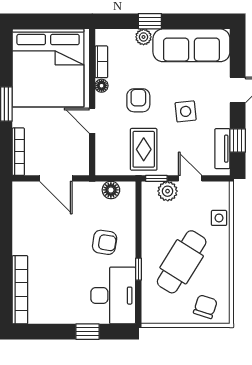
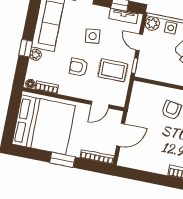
floor lamp: (102, 86) -> (30, 84), moved
door: (92, 121) -> (100, 105), moved
door: (190, 178) -> (139, 42), hinge flipped
floor lamp: (111, 190) -> (136, 98), removed
plant: (168, 191) -> (152, 23), moved

